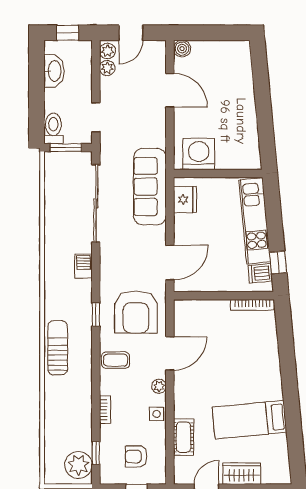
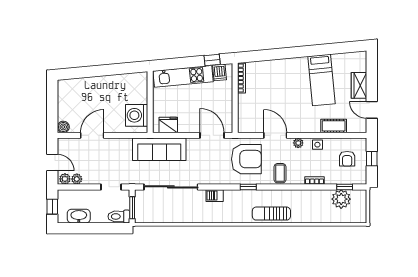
plant: (78, 465) -> (341, 199), moved

